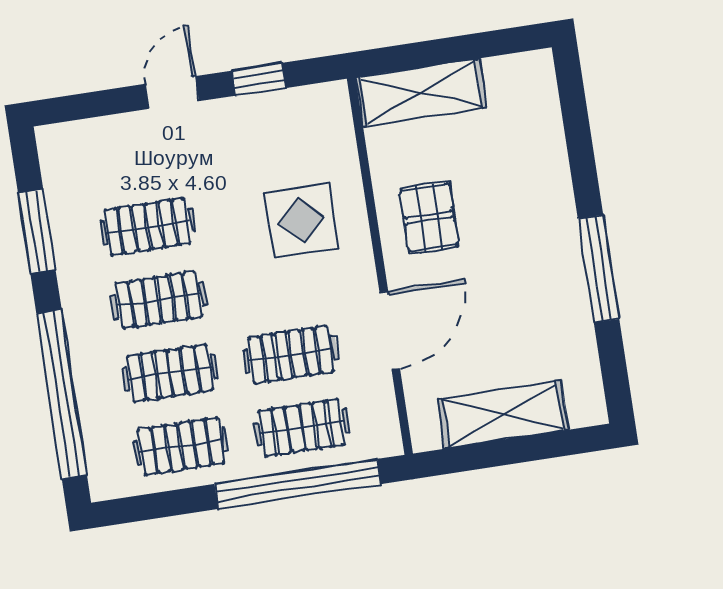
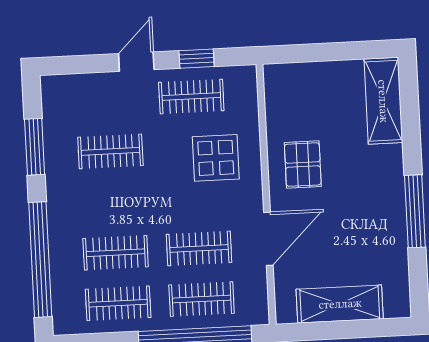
shelving: (421, 93) -> (383, 101), moved, turned 90
clothes rail: (159, 300) -> (191, 97), moved

